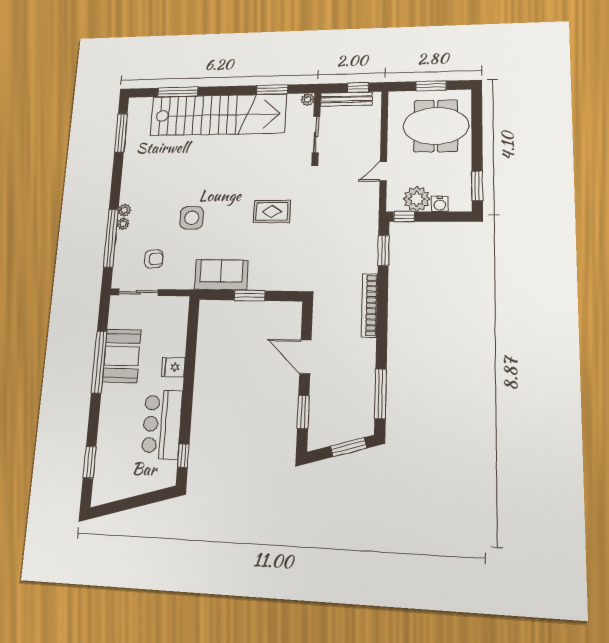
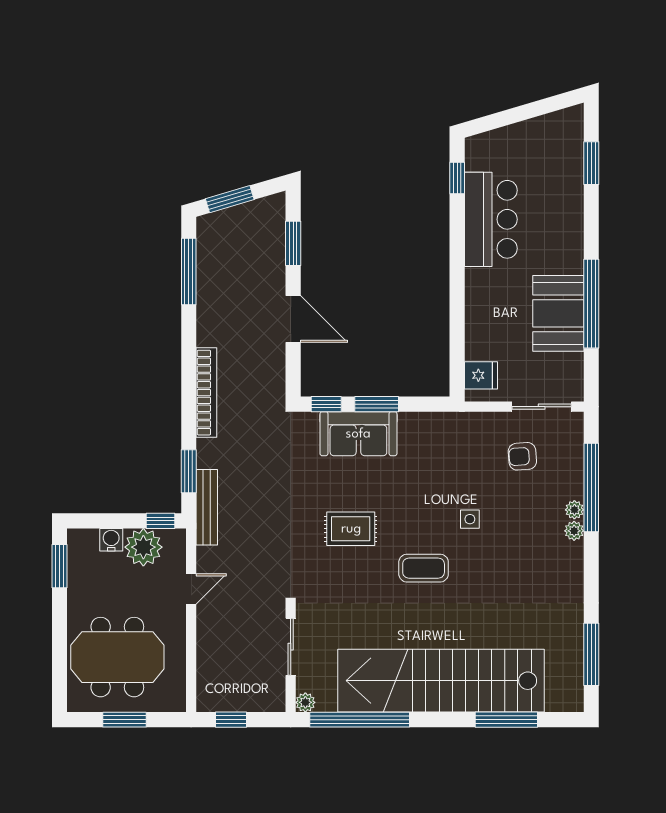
window: (272, 90) -> (360, 720), width x2.11
bench: (346, 99) -> (207, 507), moved, turned 90
coffee table: (224, 186) -> (424, 568), added
side table: (192, 218) -> (470, 519), width x0.54, depth x0.54
sofa: (221, 275) -> (358, 434), moved
window: (284, 296) -> (326, 404), added
fridge: (173, 367) -> (481, 375), moved

